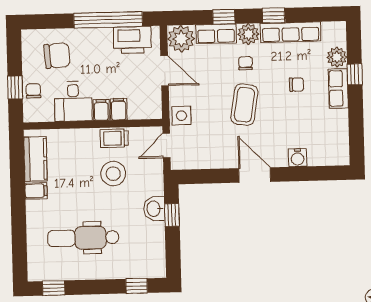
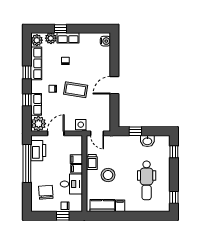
plant: (248, 34) -> (37, 40), moved
water cooler: (298, 158) -> (105, 41), moved
stool: (113, 174) -> (108, 175), moved
washbasin: (154, 209) -> (147, 141), moved

